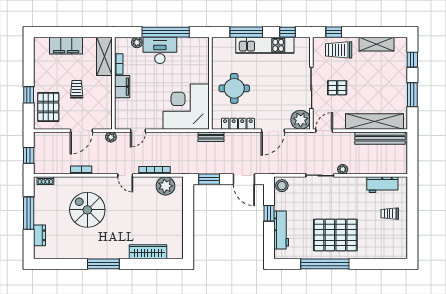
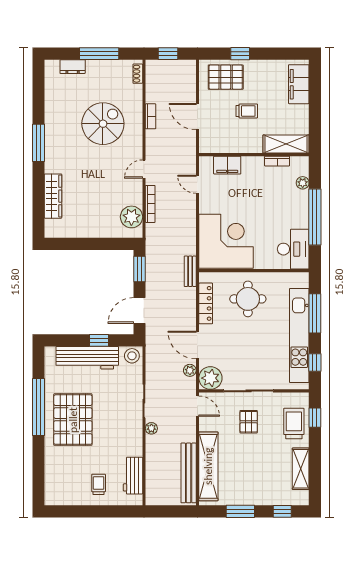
kitchen unit: (265, 45) -> (299, 336), width x1.36
filing cabinet: (66, 46) -> (299, 84), moved
desk: (160, 50) -> (293, 249), moved
filing cabinet: (122, 87) -> (227, 165), moved
plant: (111, 137) -> (190, 370), moved
workbench: (281, 230) -> (87, 358), width x1.36, depth x1.32

